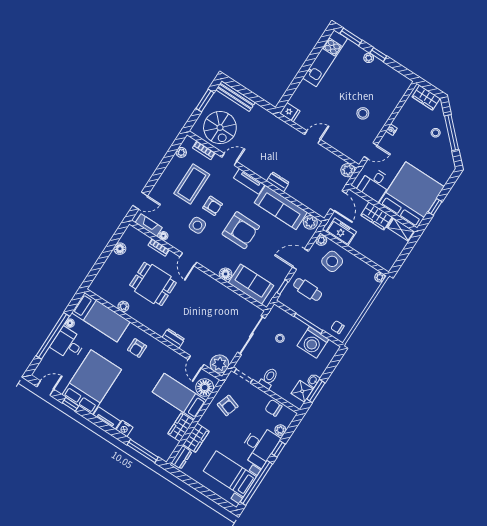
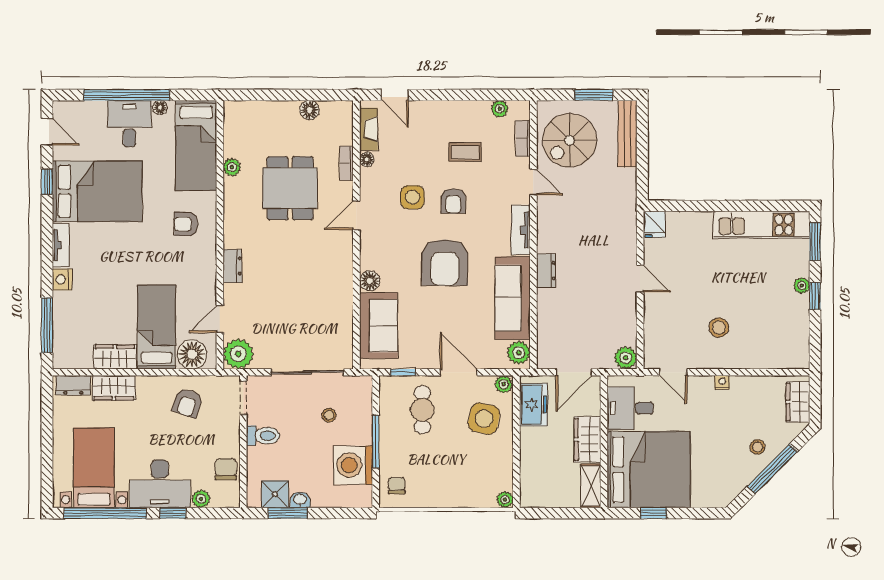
coffee table: (192, 184) -> (465, 152), width x0.54, depth x0.58

